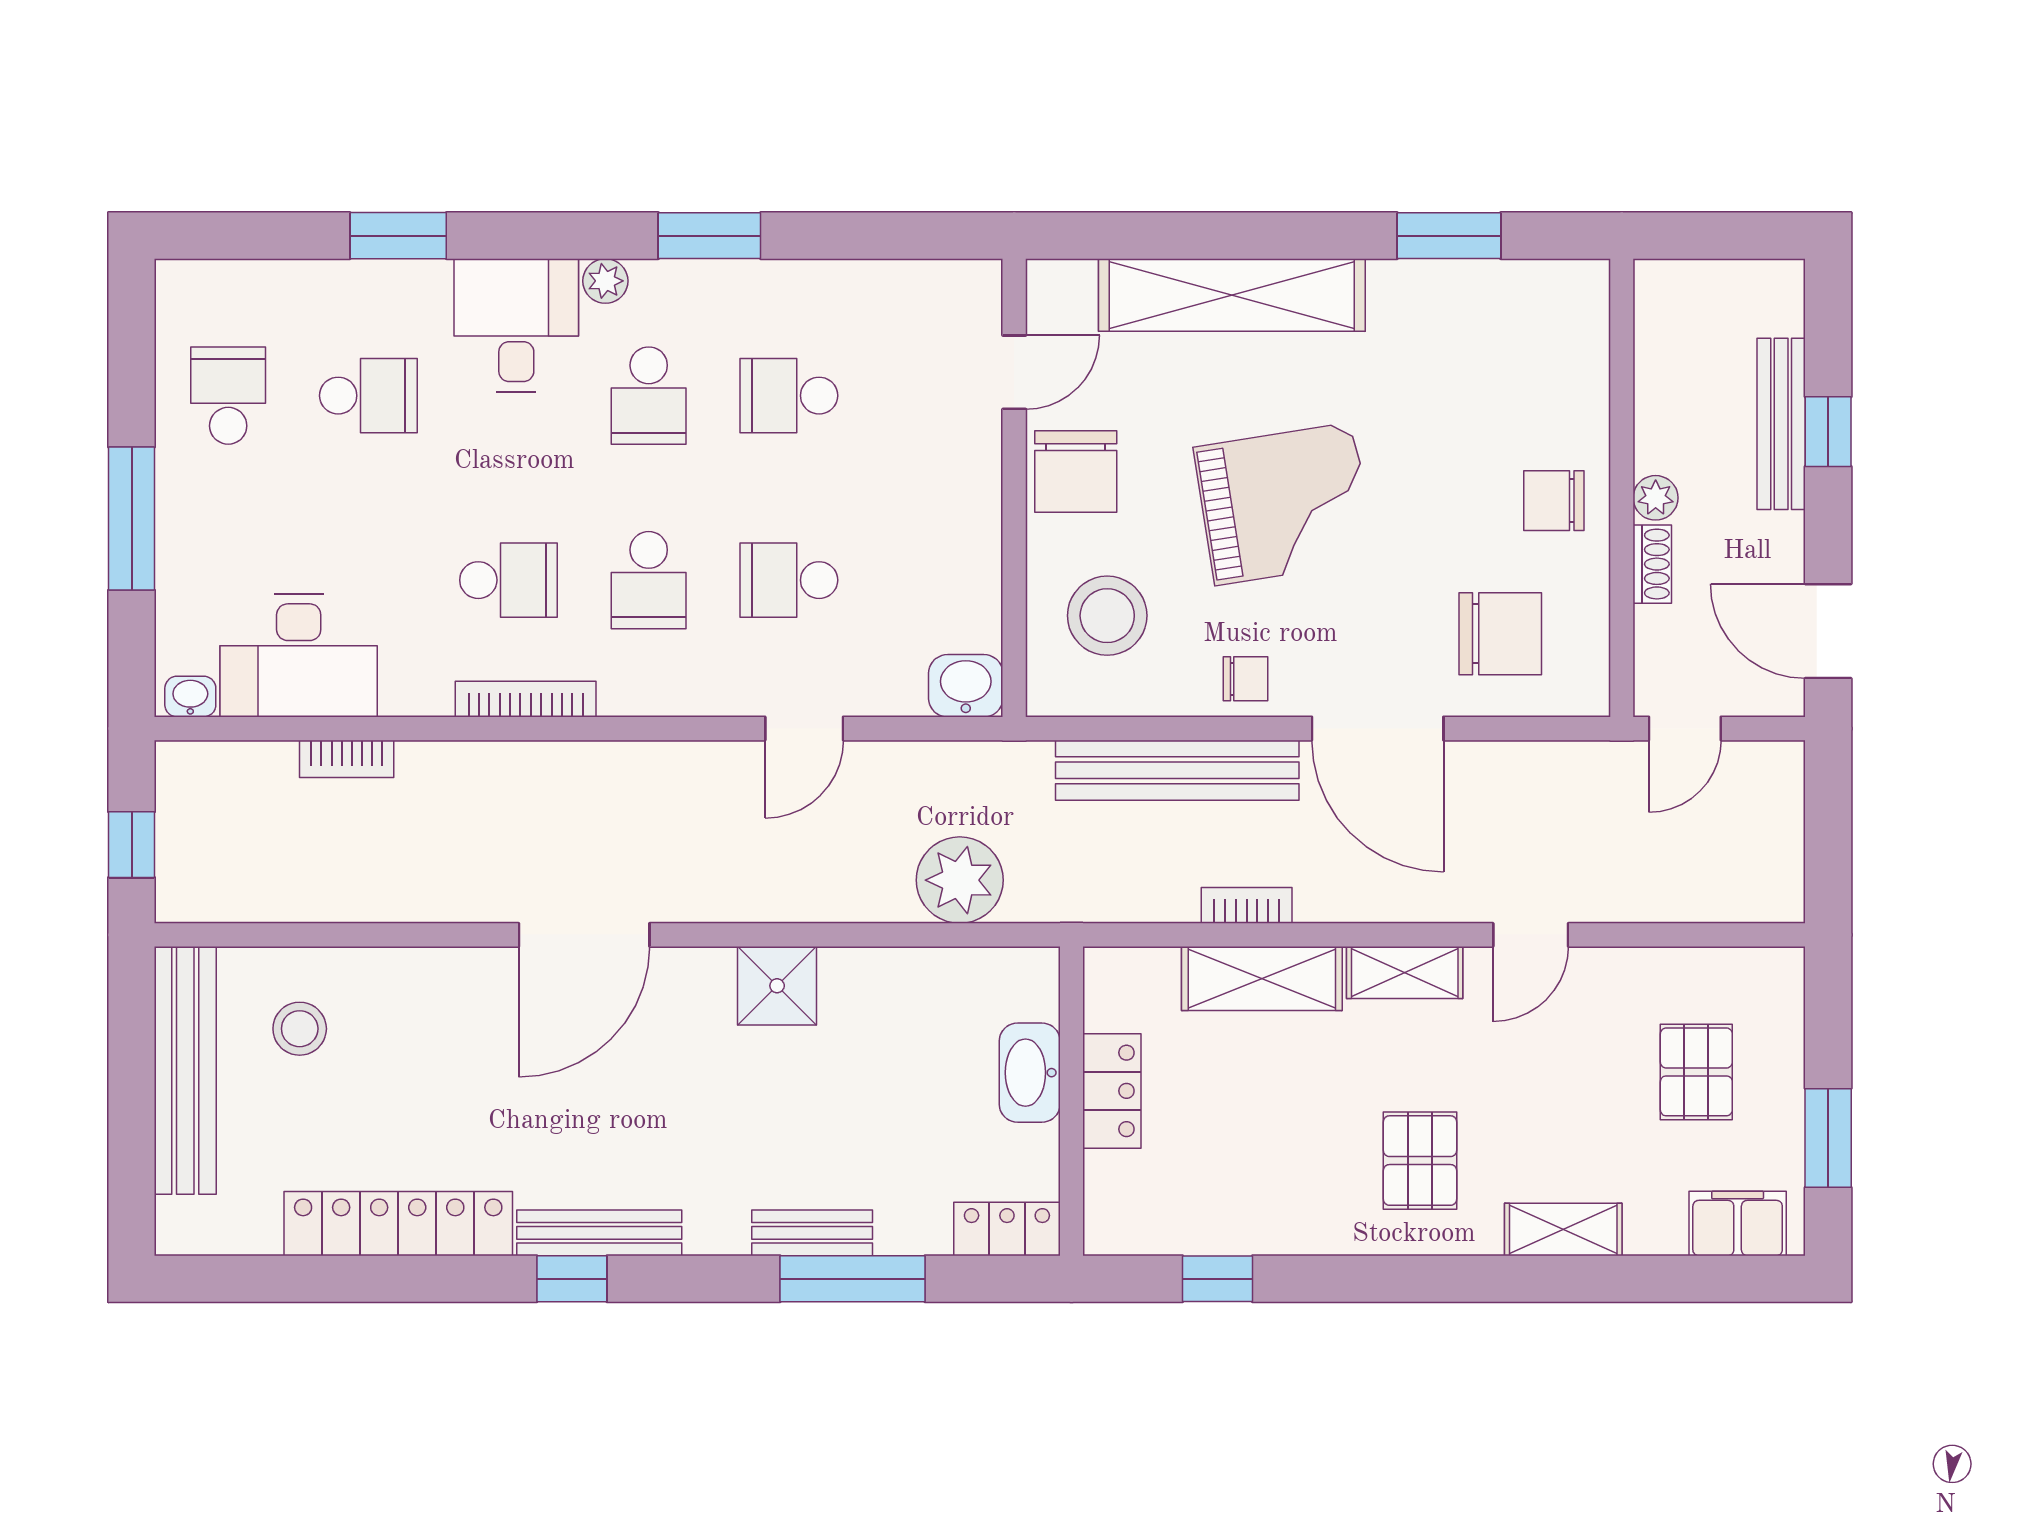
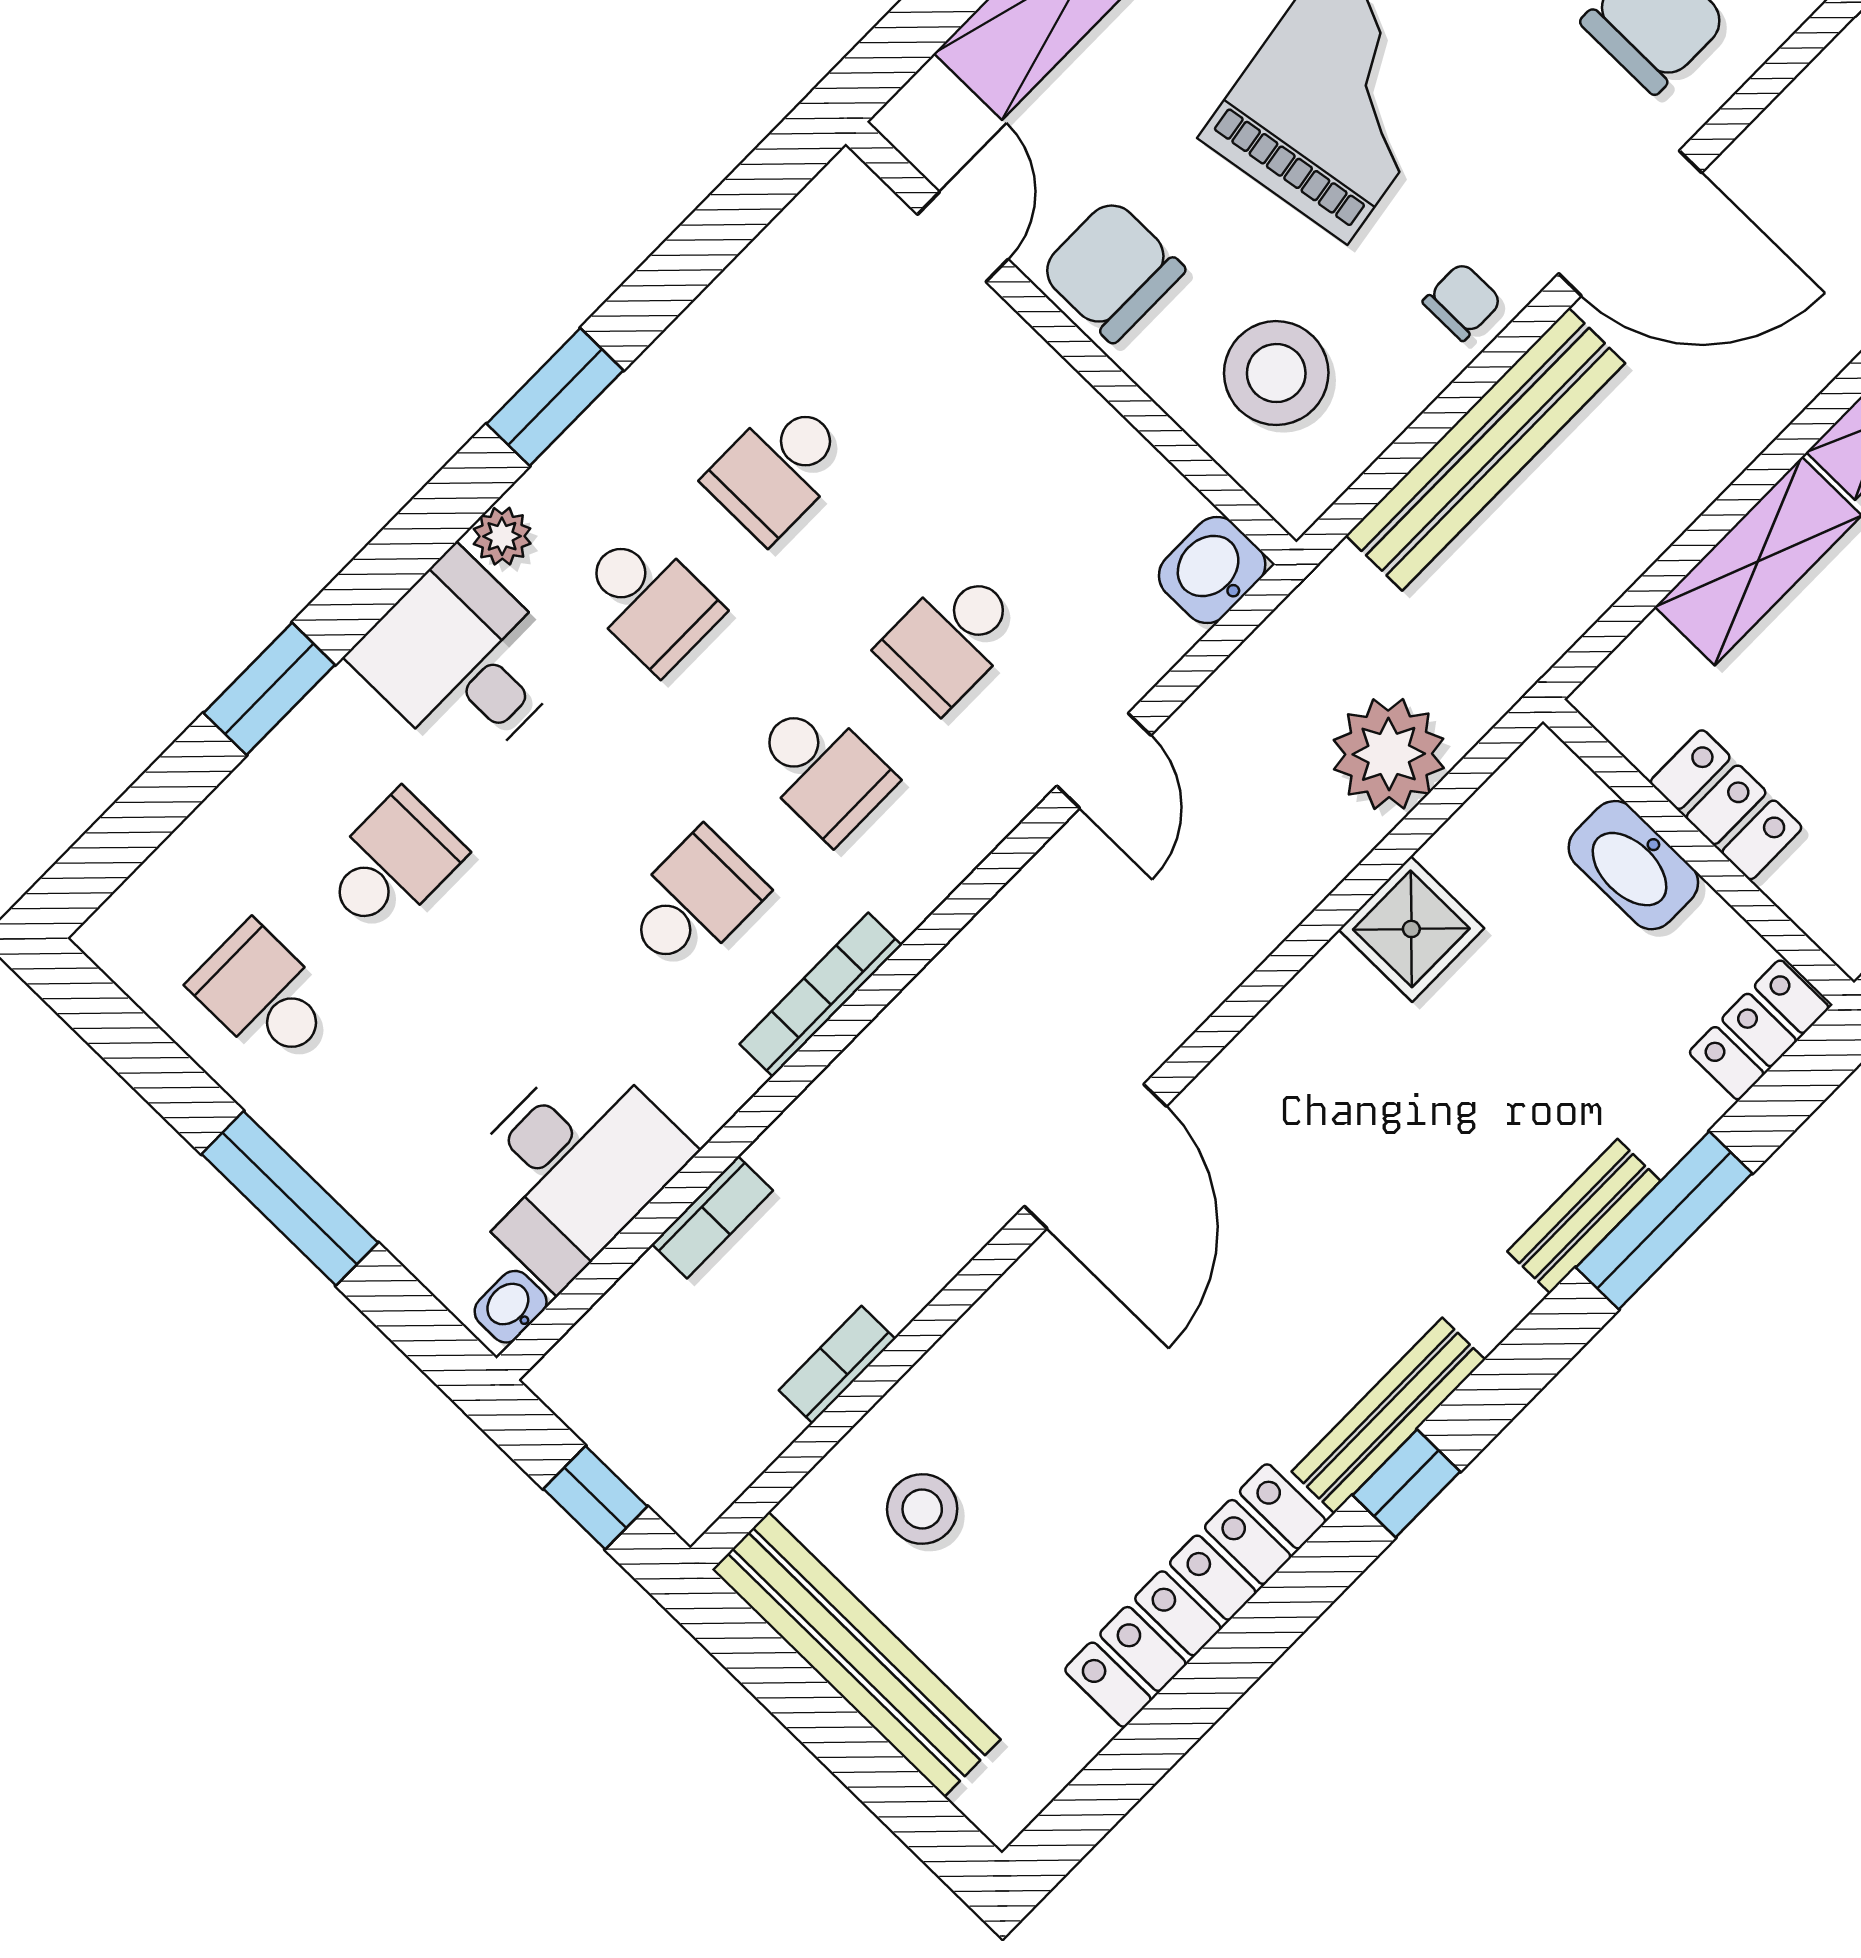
chair: (1076, 472) -> (1112, 270), turned 180
bookcase: (1247, 905) -> (837, 1365), moved
shower: (777, 986) -> (1411, 929), moved

